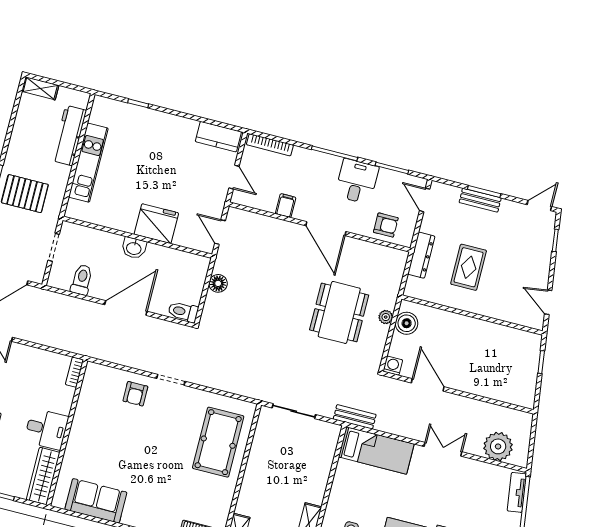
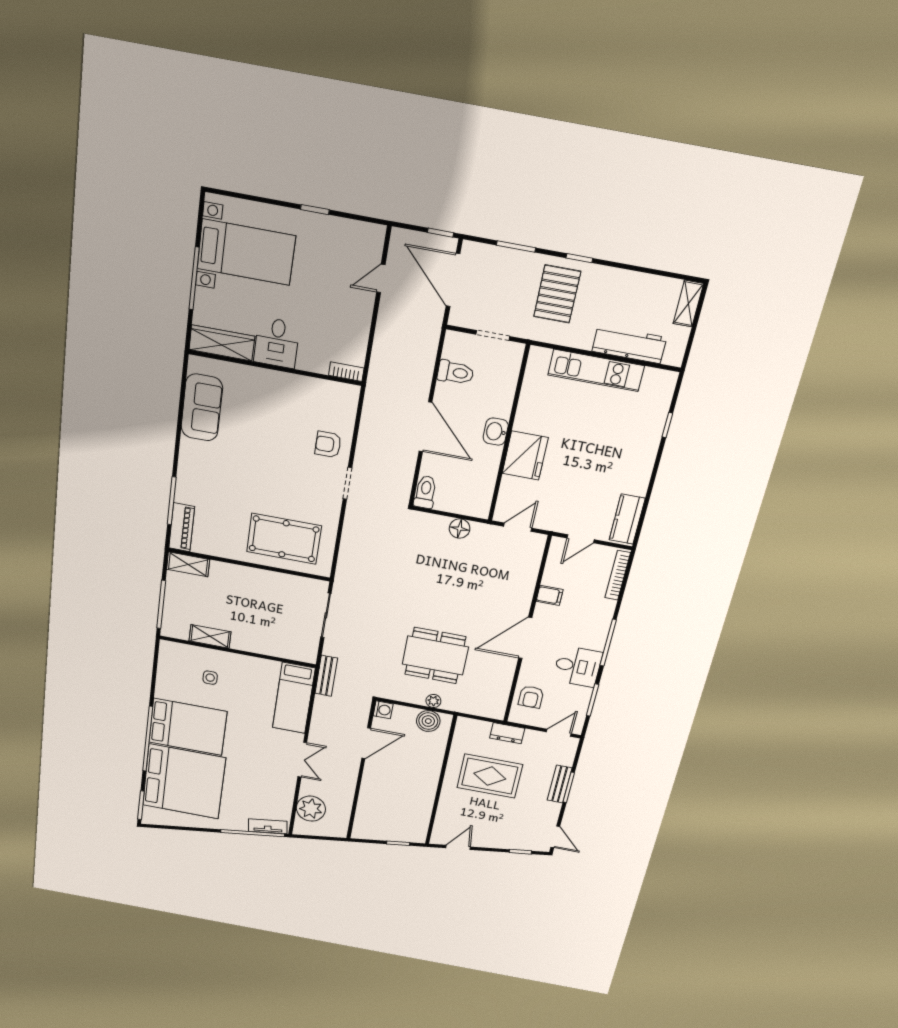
dresser: (421, 255) -> (507, 733), width x0.70
rug: (469, 267) -> (490, 776), width x1.36, depth x1.43

